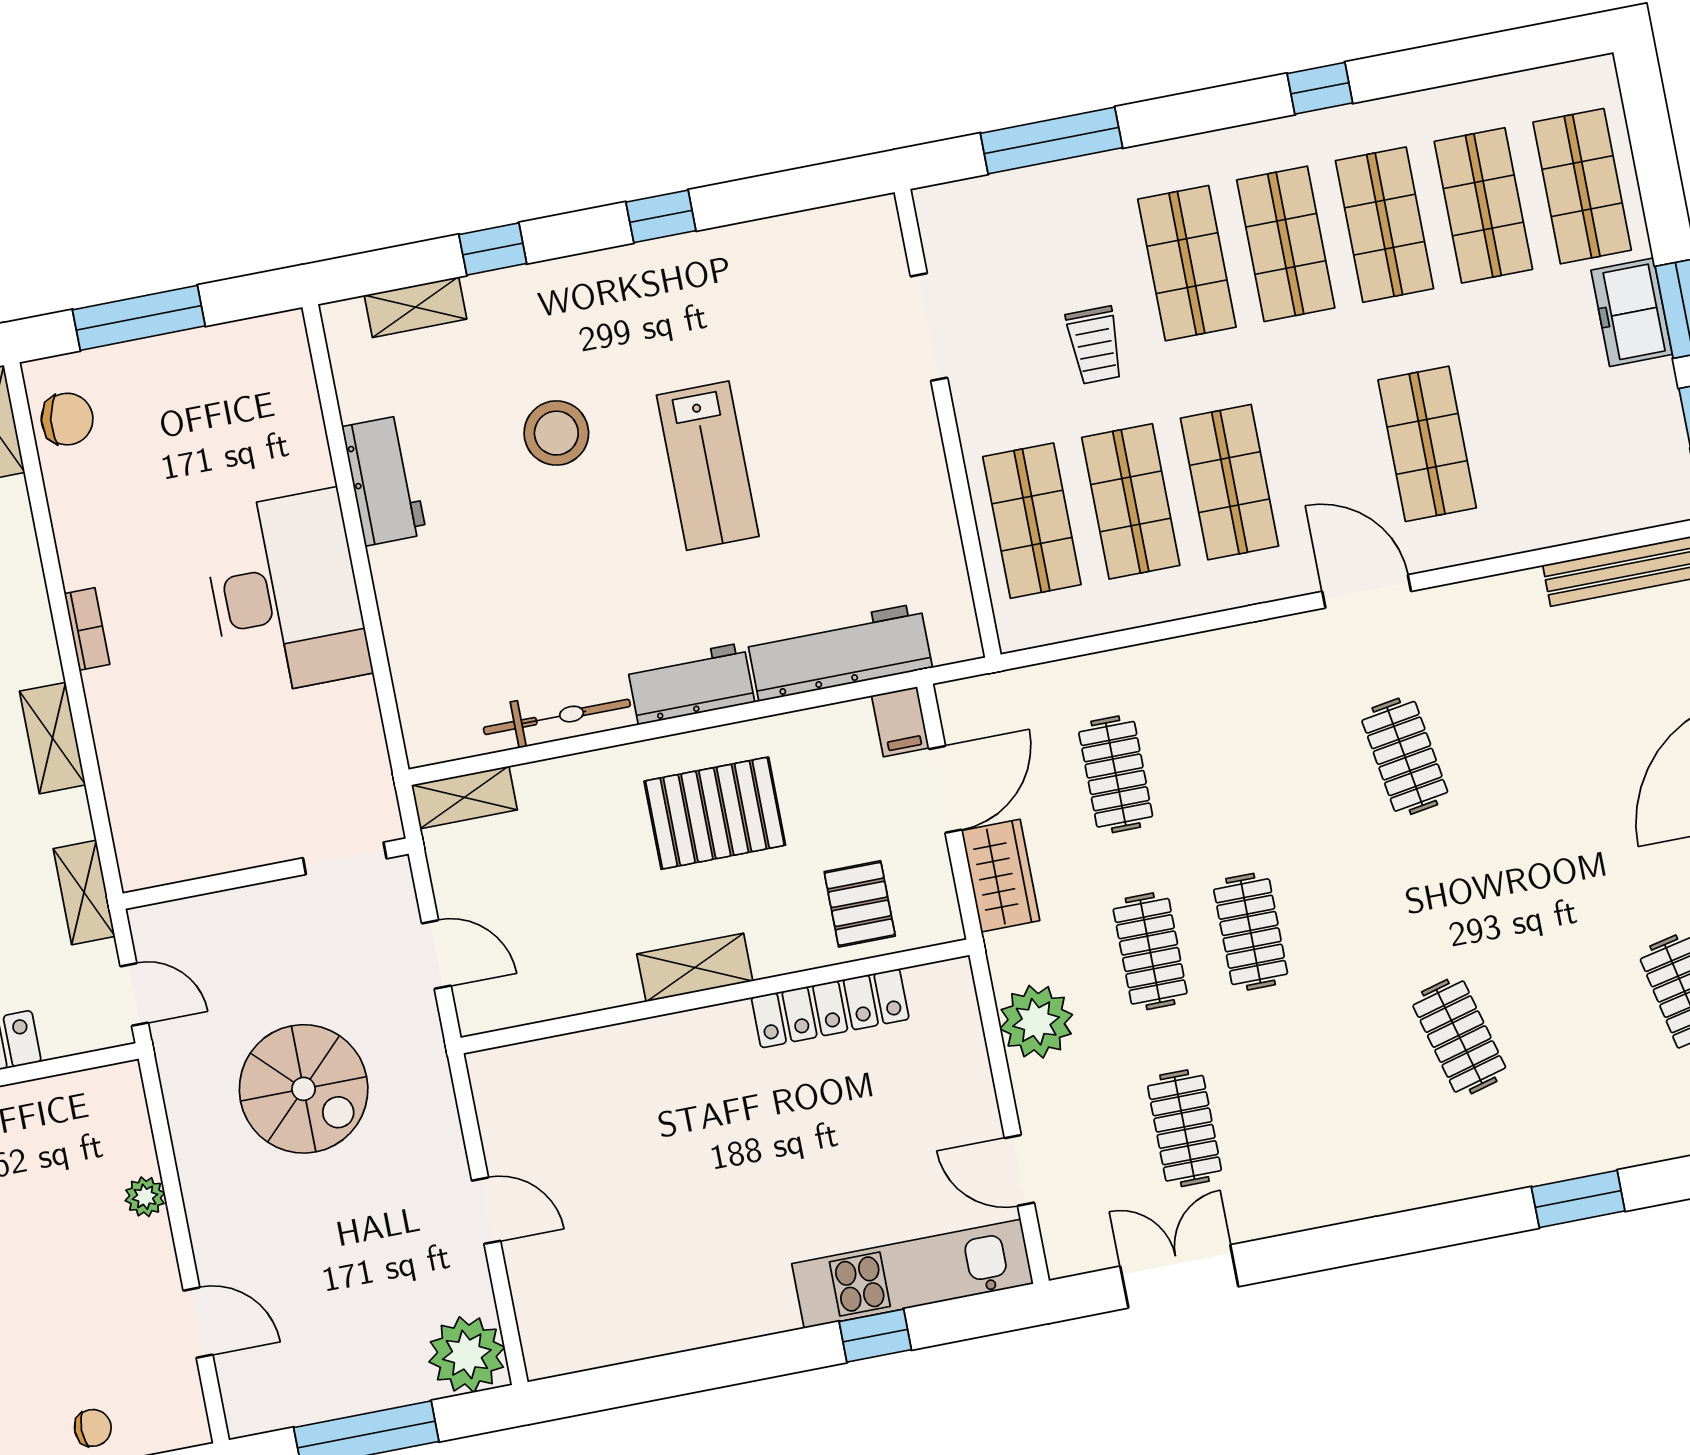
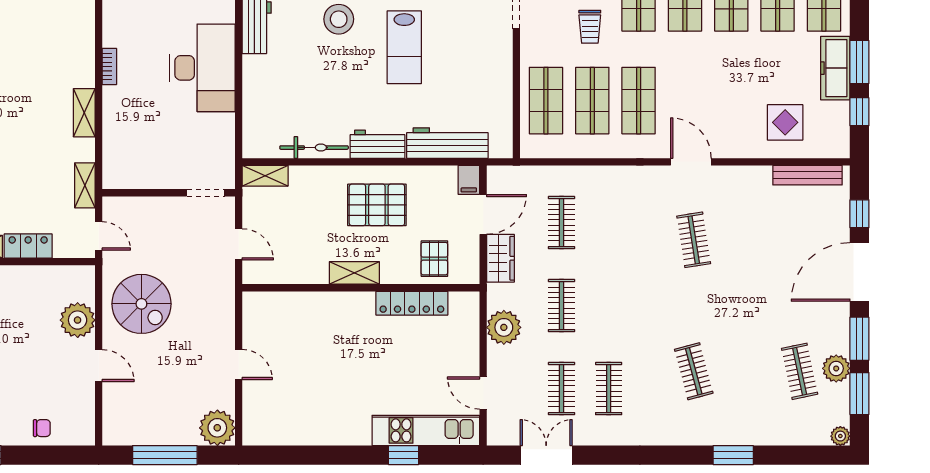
freezer: (1632, 312) -> (835, 68), width x1.40
shop shelf: (1427, 444) -> (731, 101), removed
display table: (1551, 468) -> (785, 122), added
clothes rail: (1251, 932) -> (609, 389), moved
spiral stairs: (304, 1089) -> (141, 304), moved
plant: (145, 1197) -> (78, 320), width x1.88, depth x1.88
door: (198, 1323) -> (99, 366), moved

